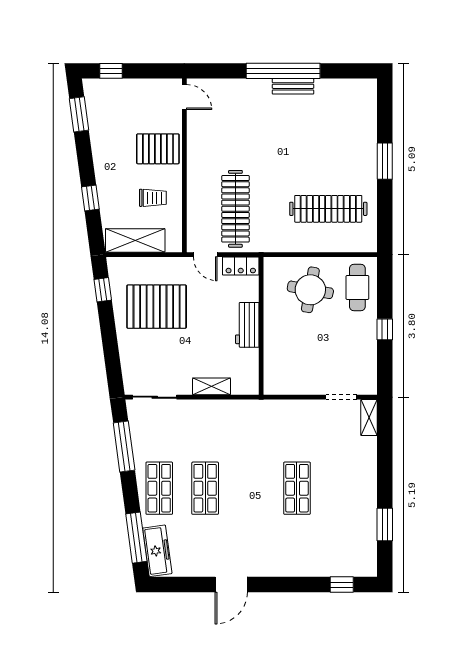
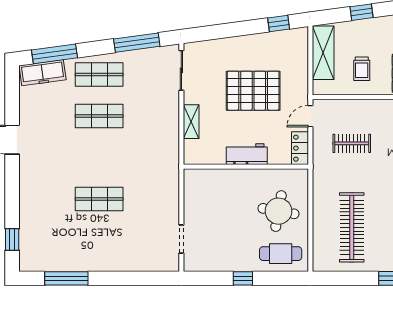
clothes rail: (235, 209) -> (352, 143), width x0.54, depth x0.76
pallet: (157, 307) -> (253, 91), moved, turned 90
shelving: (369, 418) -> (163, 264), removed
window: (385, 524) -> (66, 278), width x1.44

